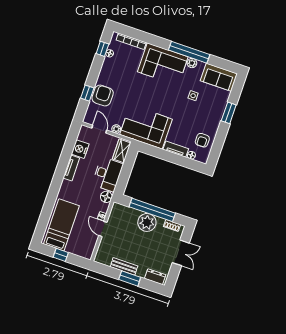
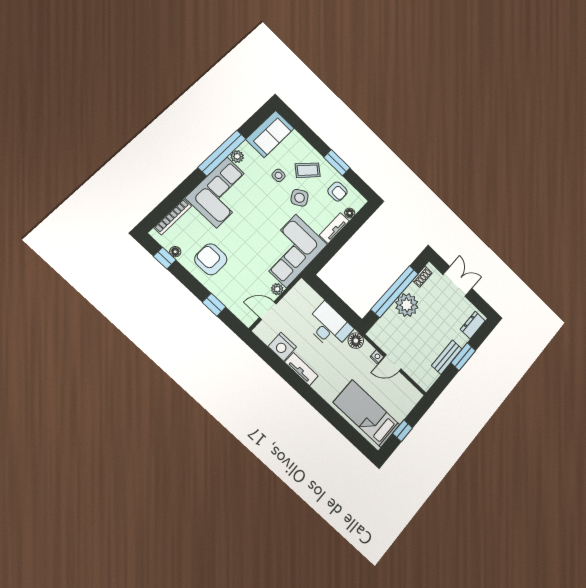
armchair: (103, 96) -> (211, 259), moved
coffee table: (207, 113) -> (308, 170), added
window: (229, 113) -> (337, 163), moved
side table: (185, 116) -> (300, 198), added
wardrobe: (122, 151) -> (308, 295), removed

